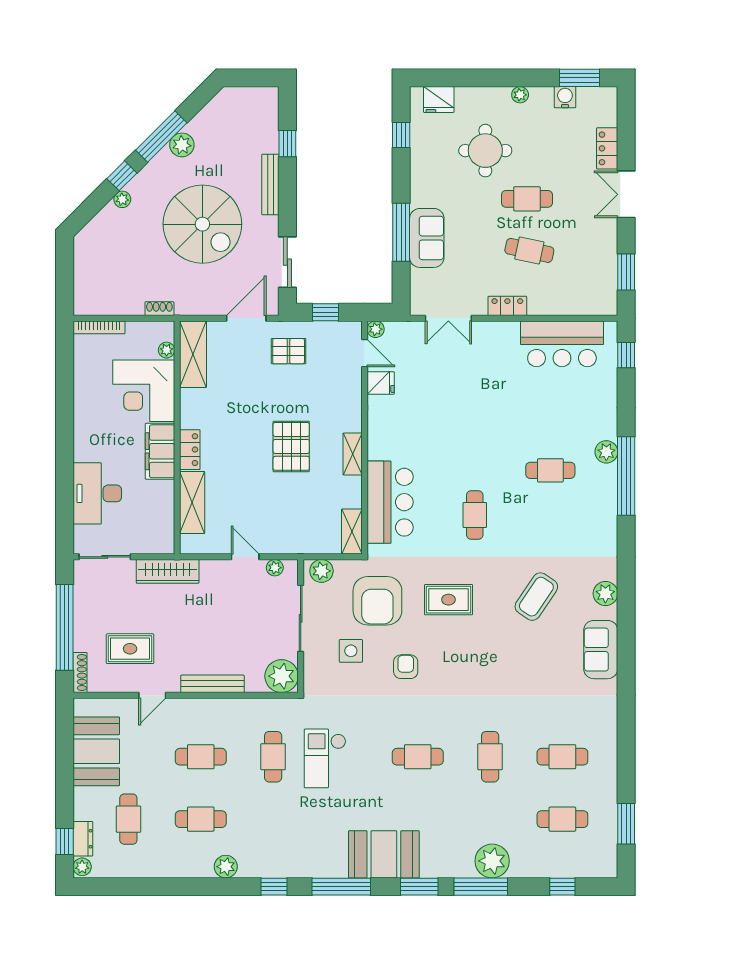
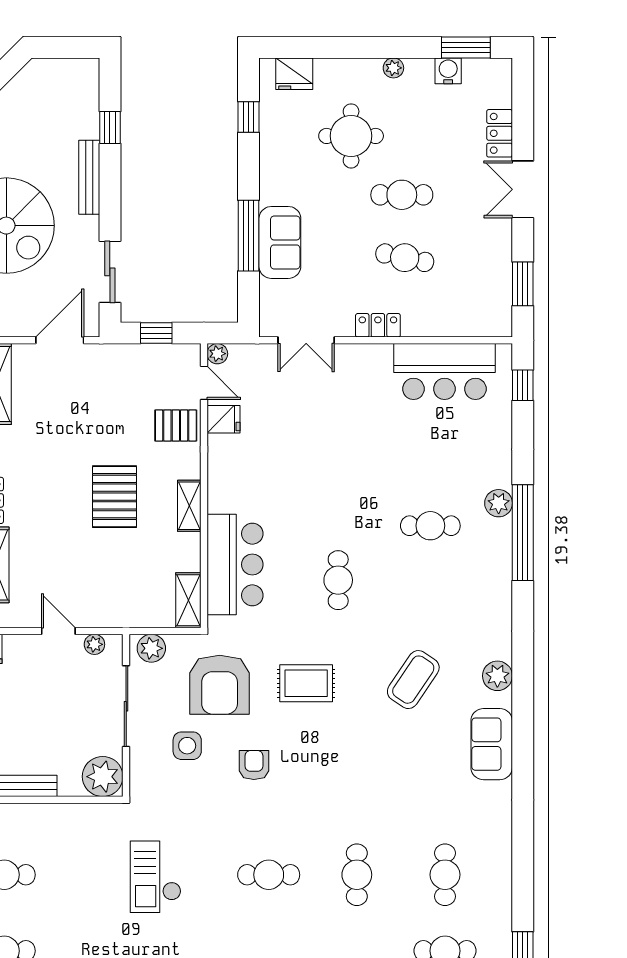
pallet: (289, 351) -> (176, 425), moved
cafe table: (273, 757) -> (92, 875), removed
cafe table: (562, 757) -> (445, 875), turned 90

